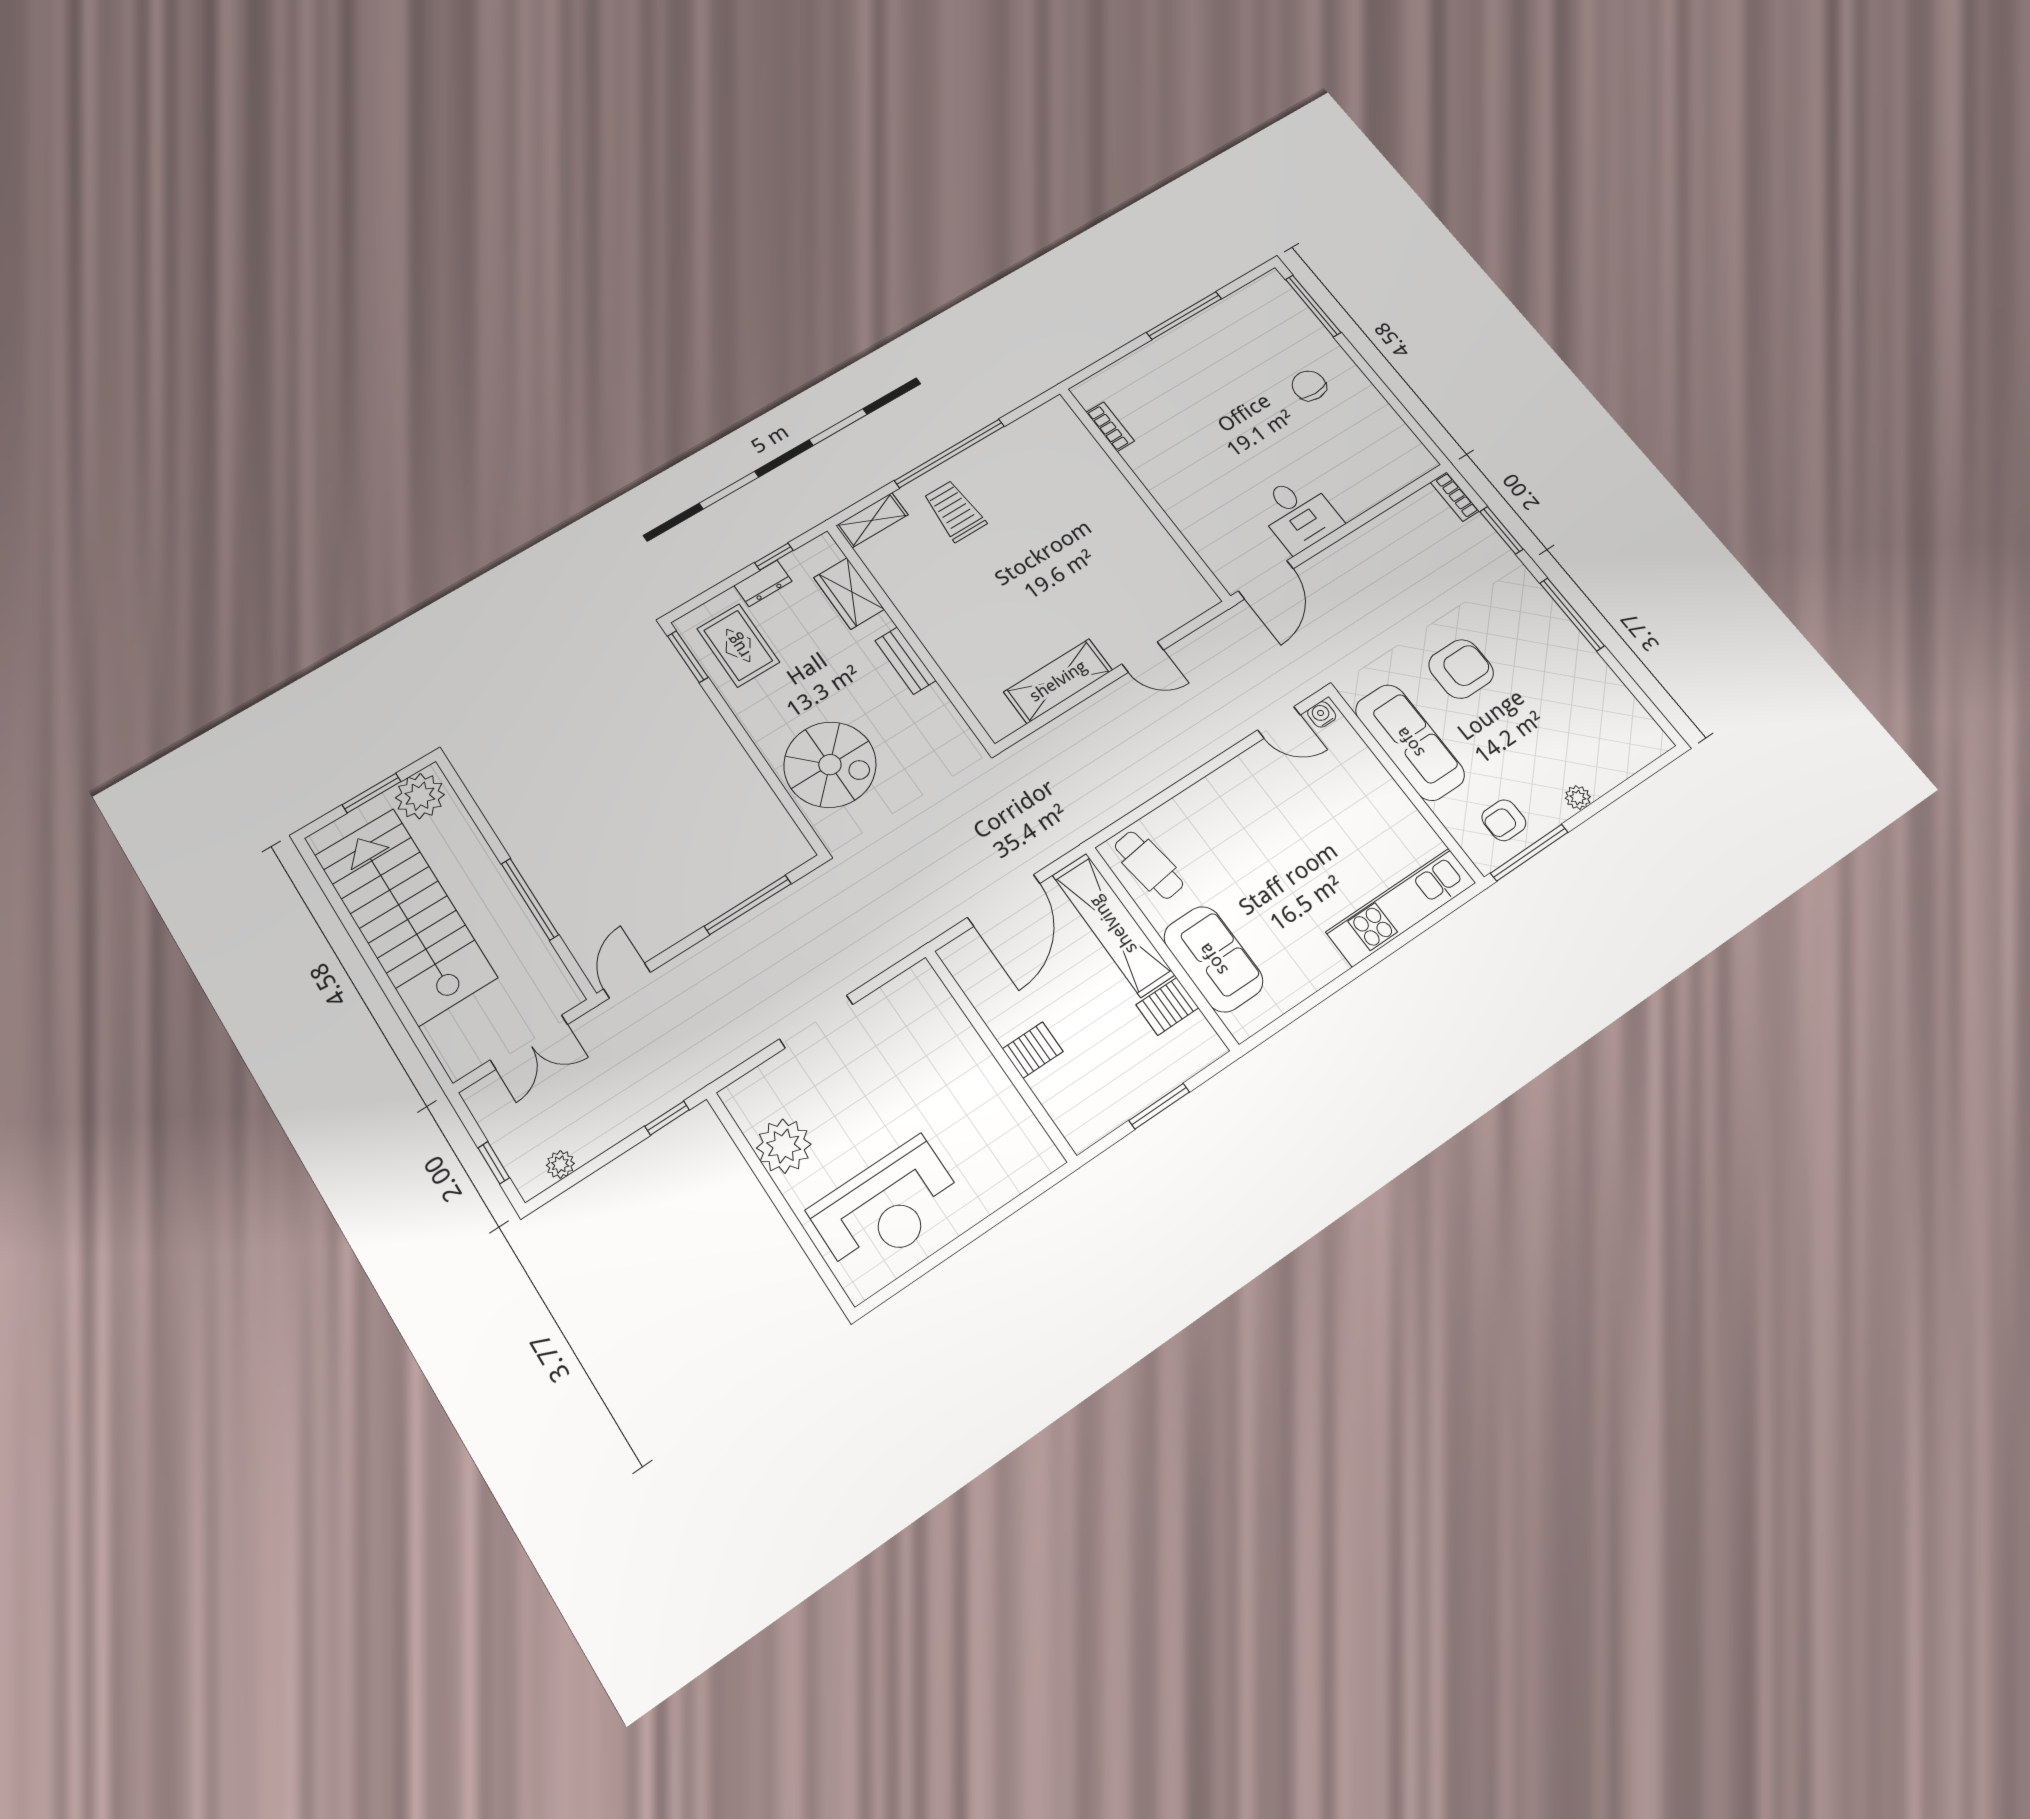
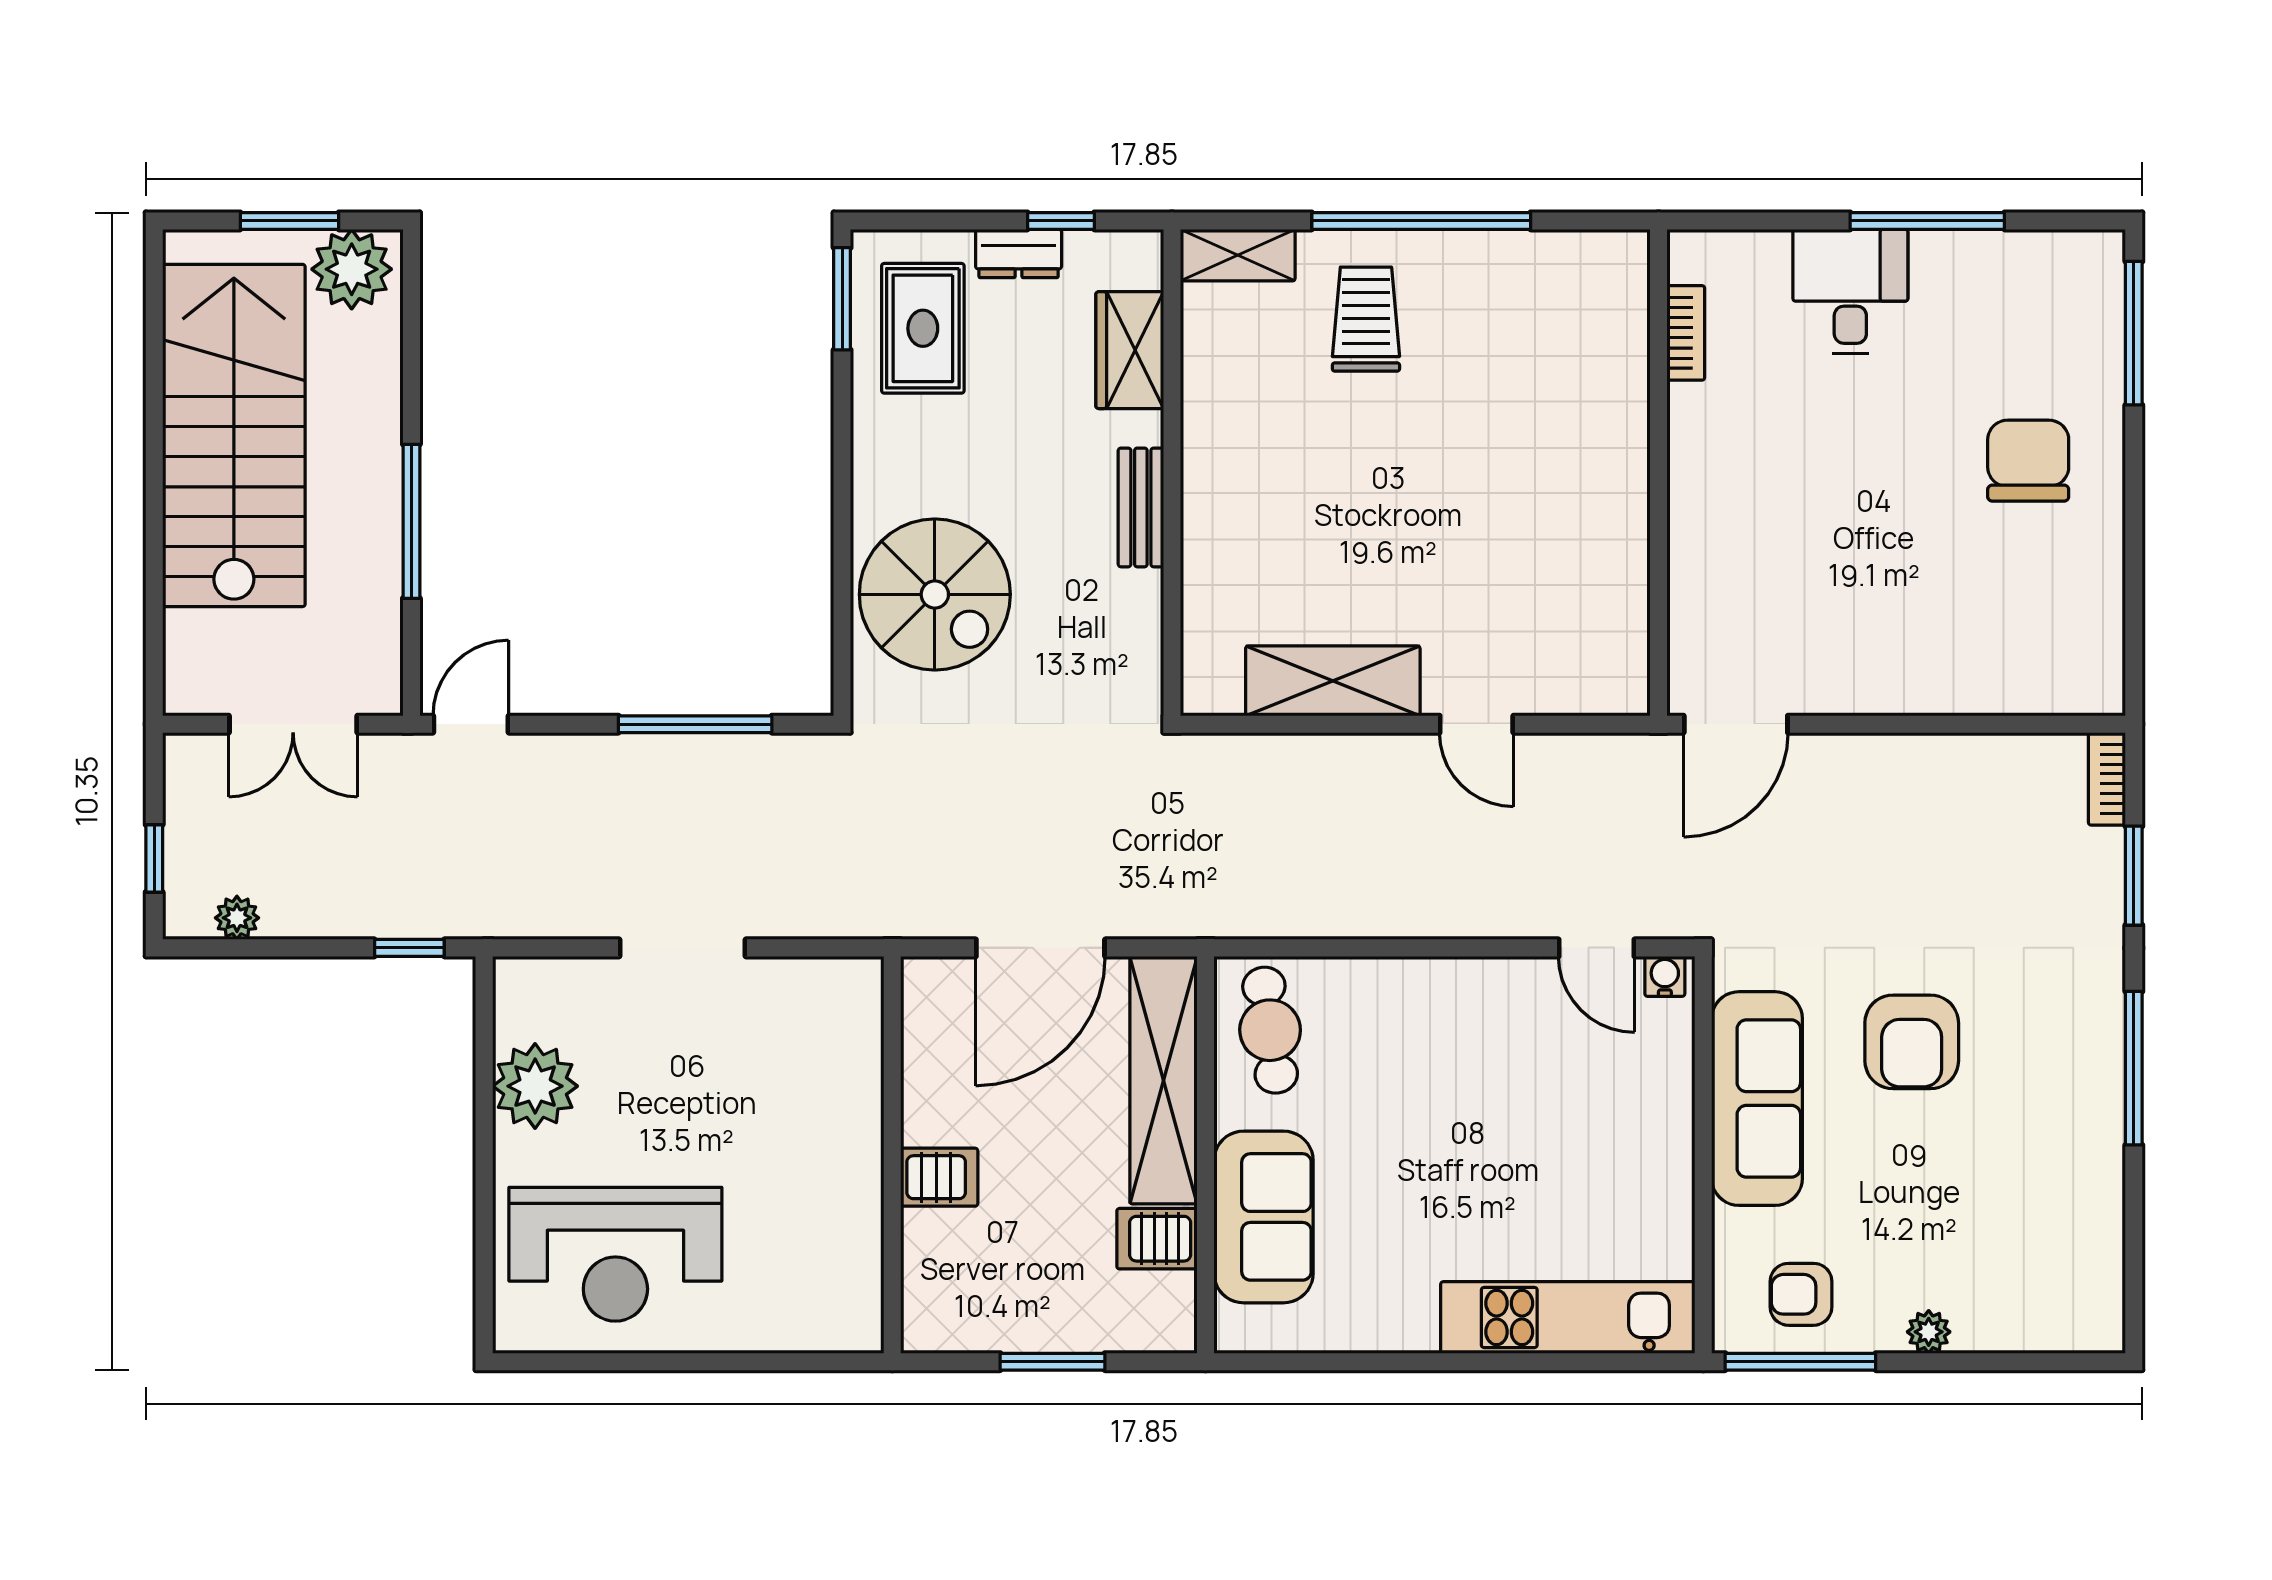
chair: (1309, 386) -> (2028, 461), width x1.37, depth x1.37
desk: (1298, 514) -> (1850, 291), moved, turned 180
armchair: (1461, 669) -> (1912, 1042), turned 90

